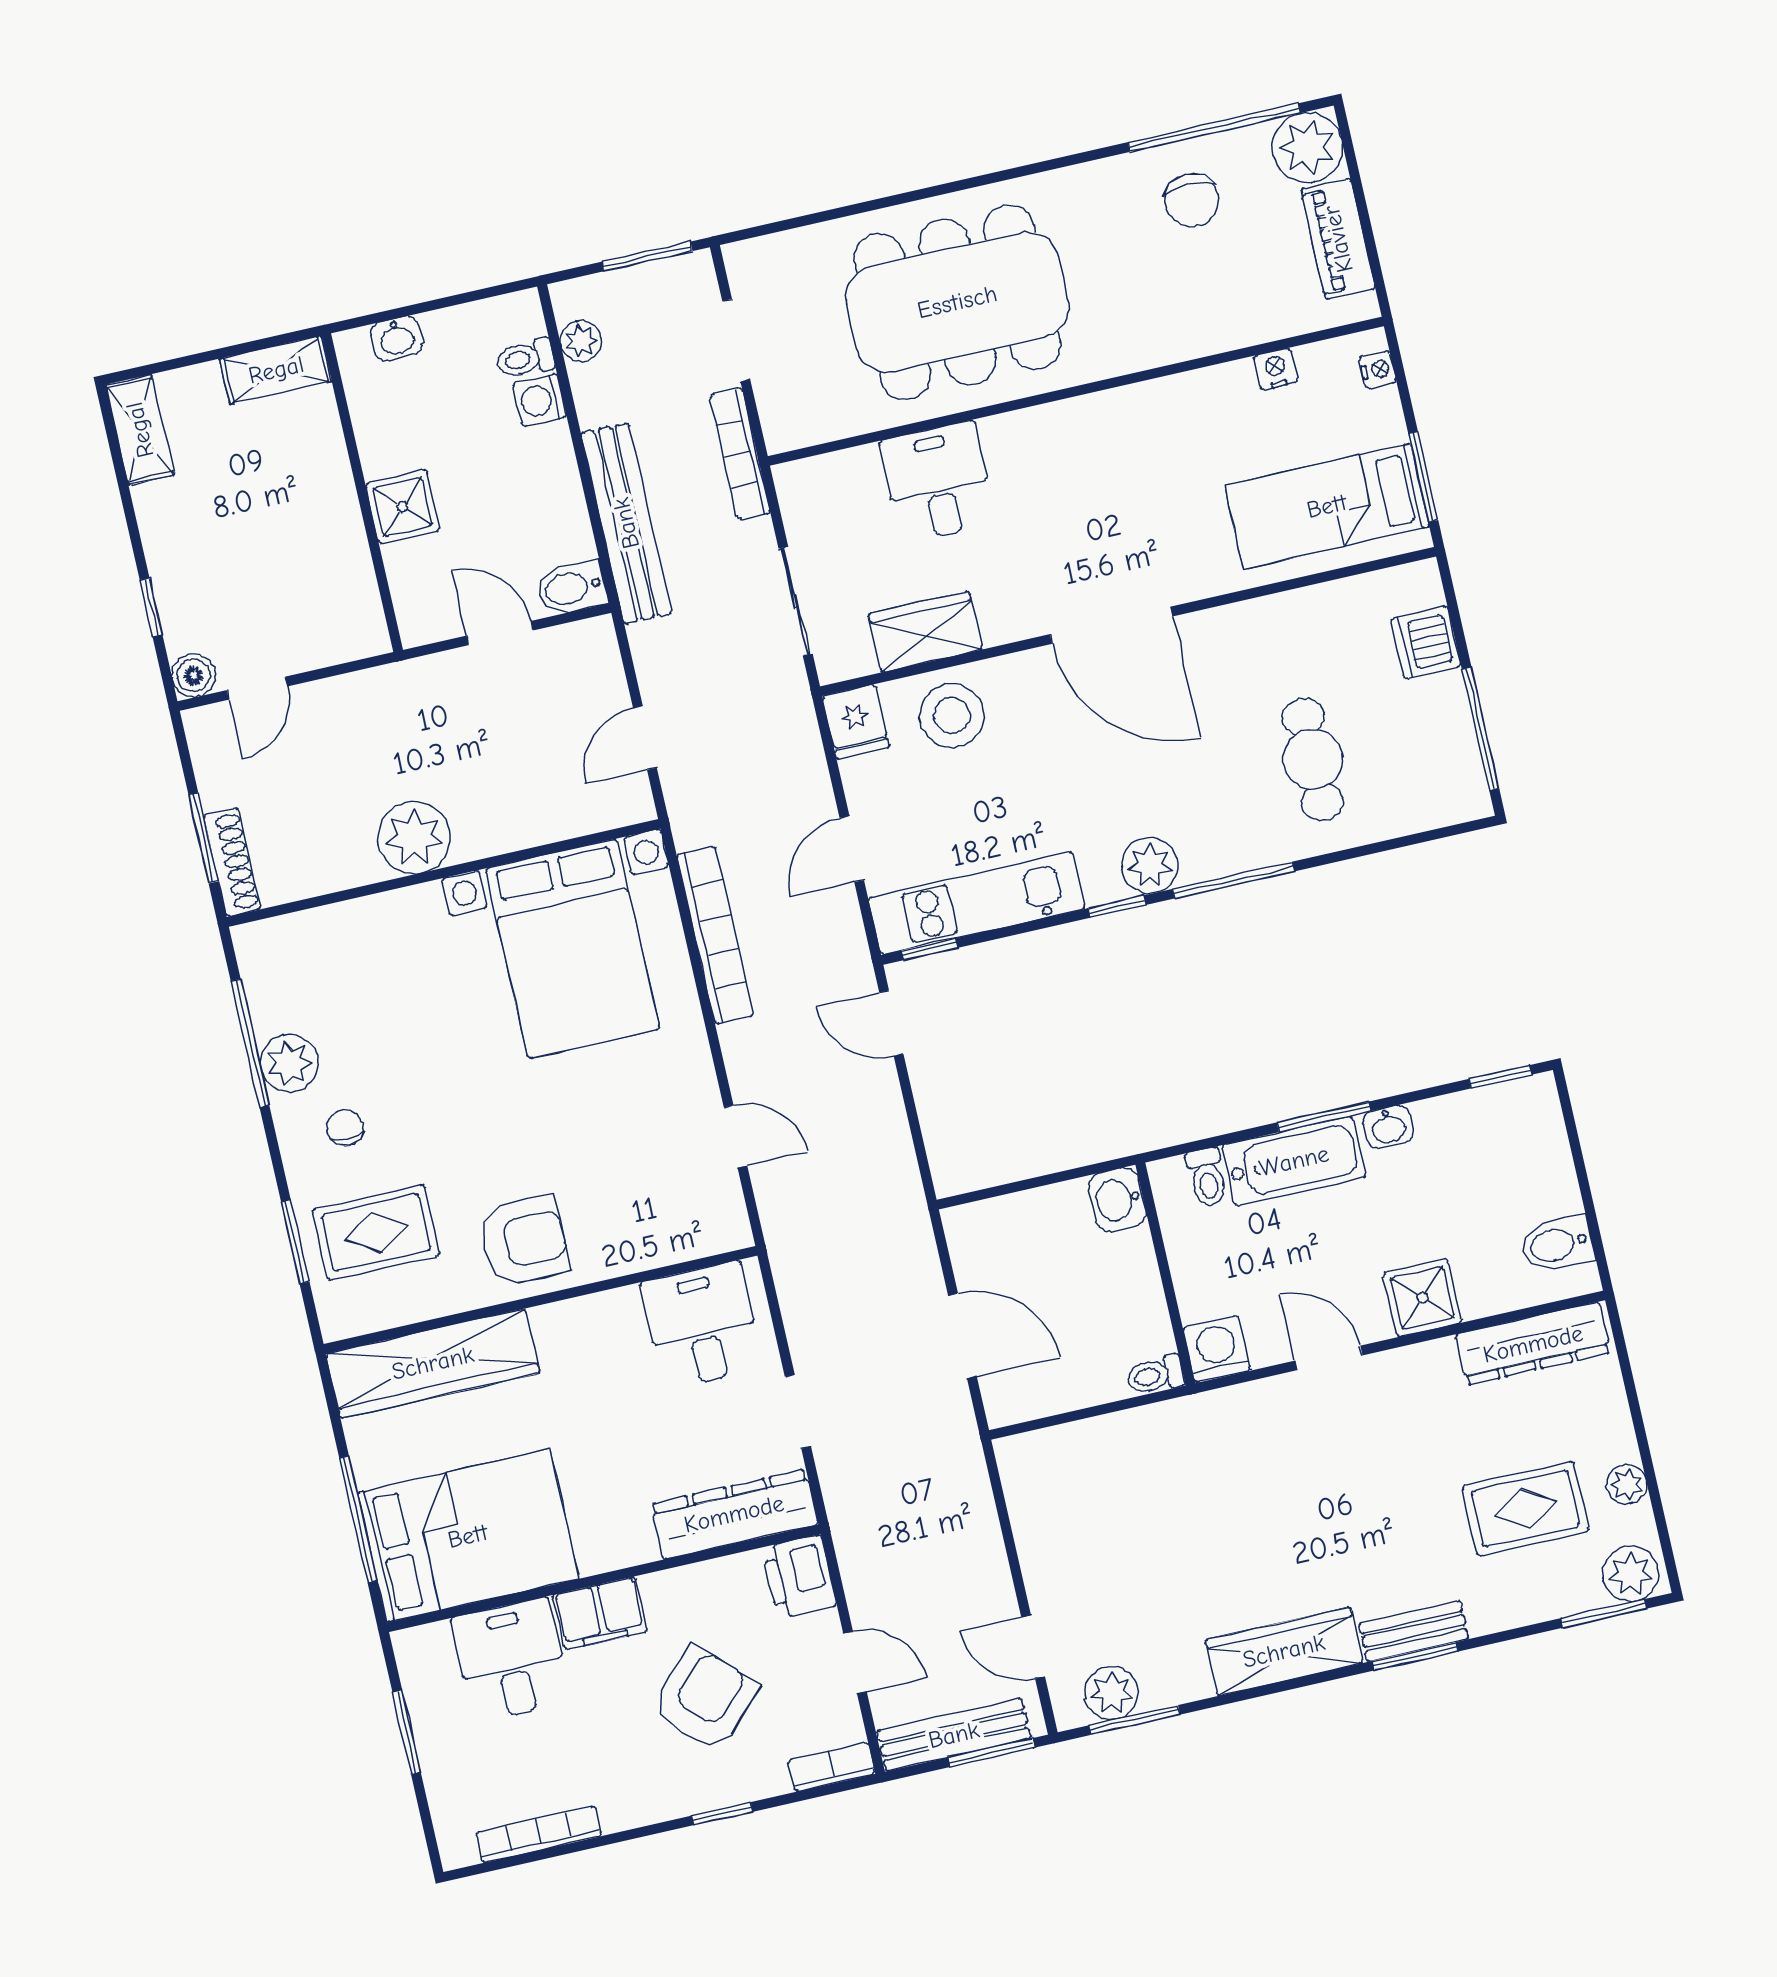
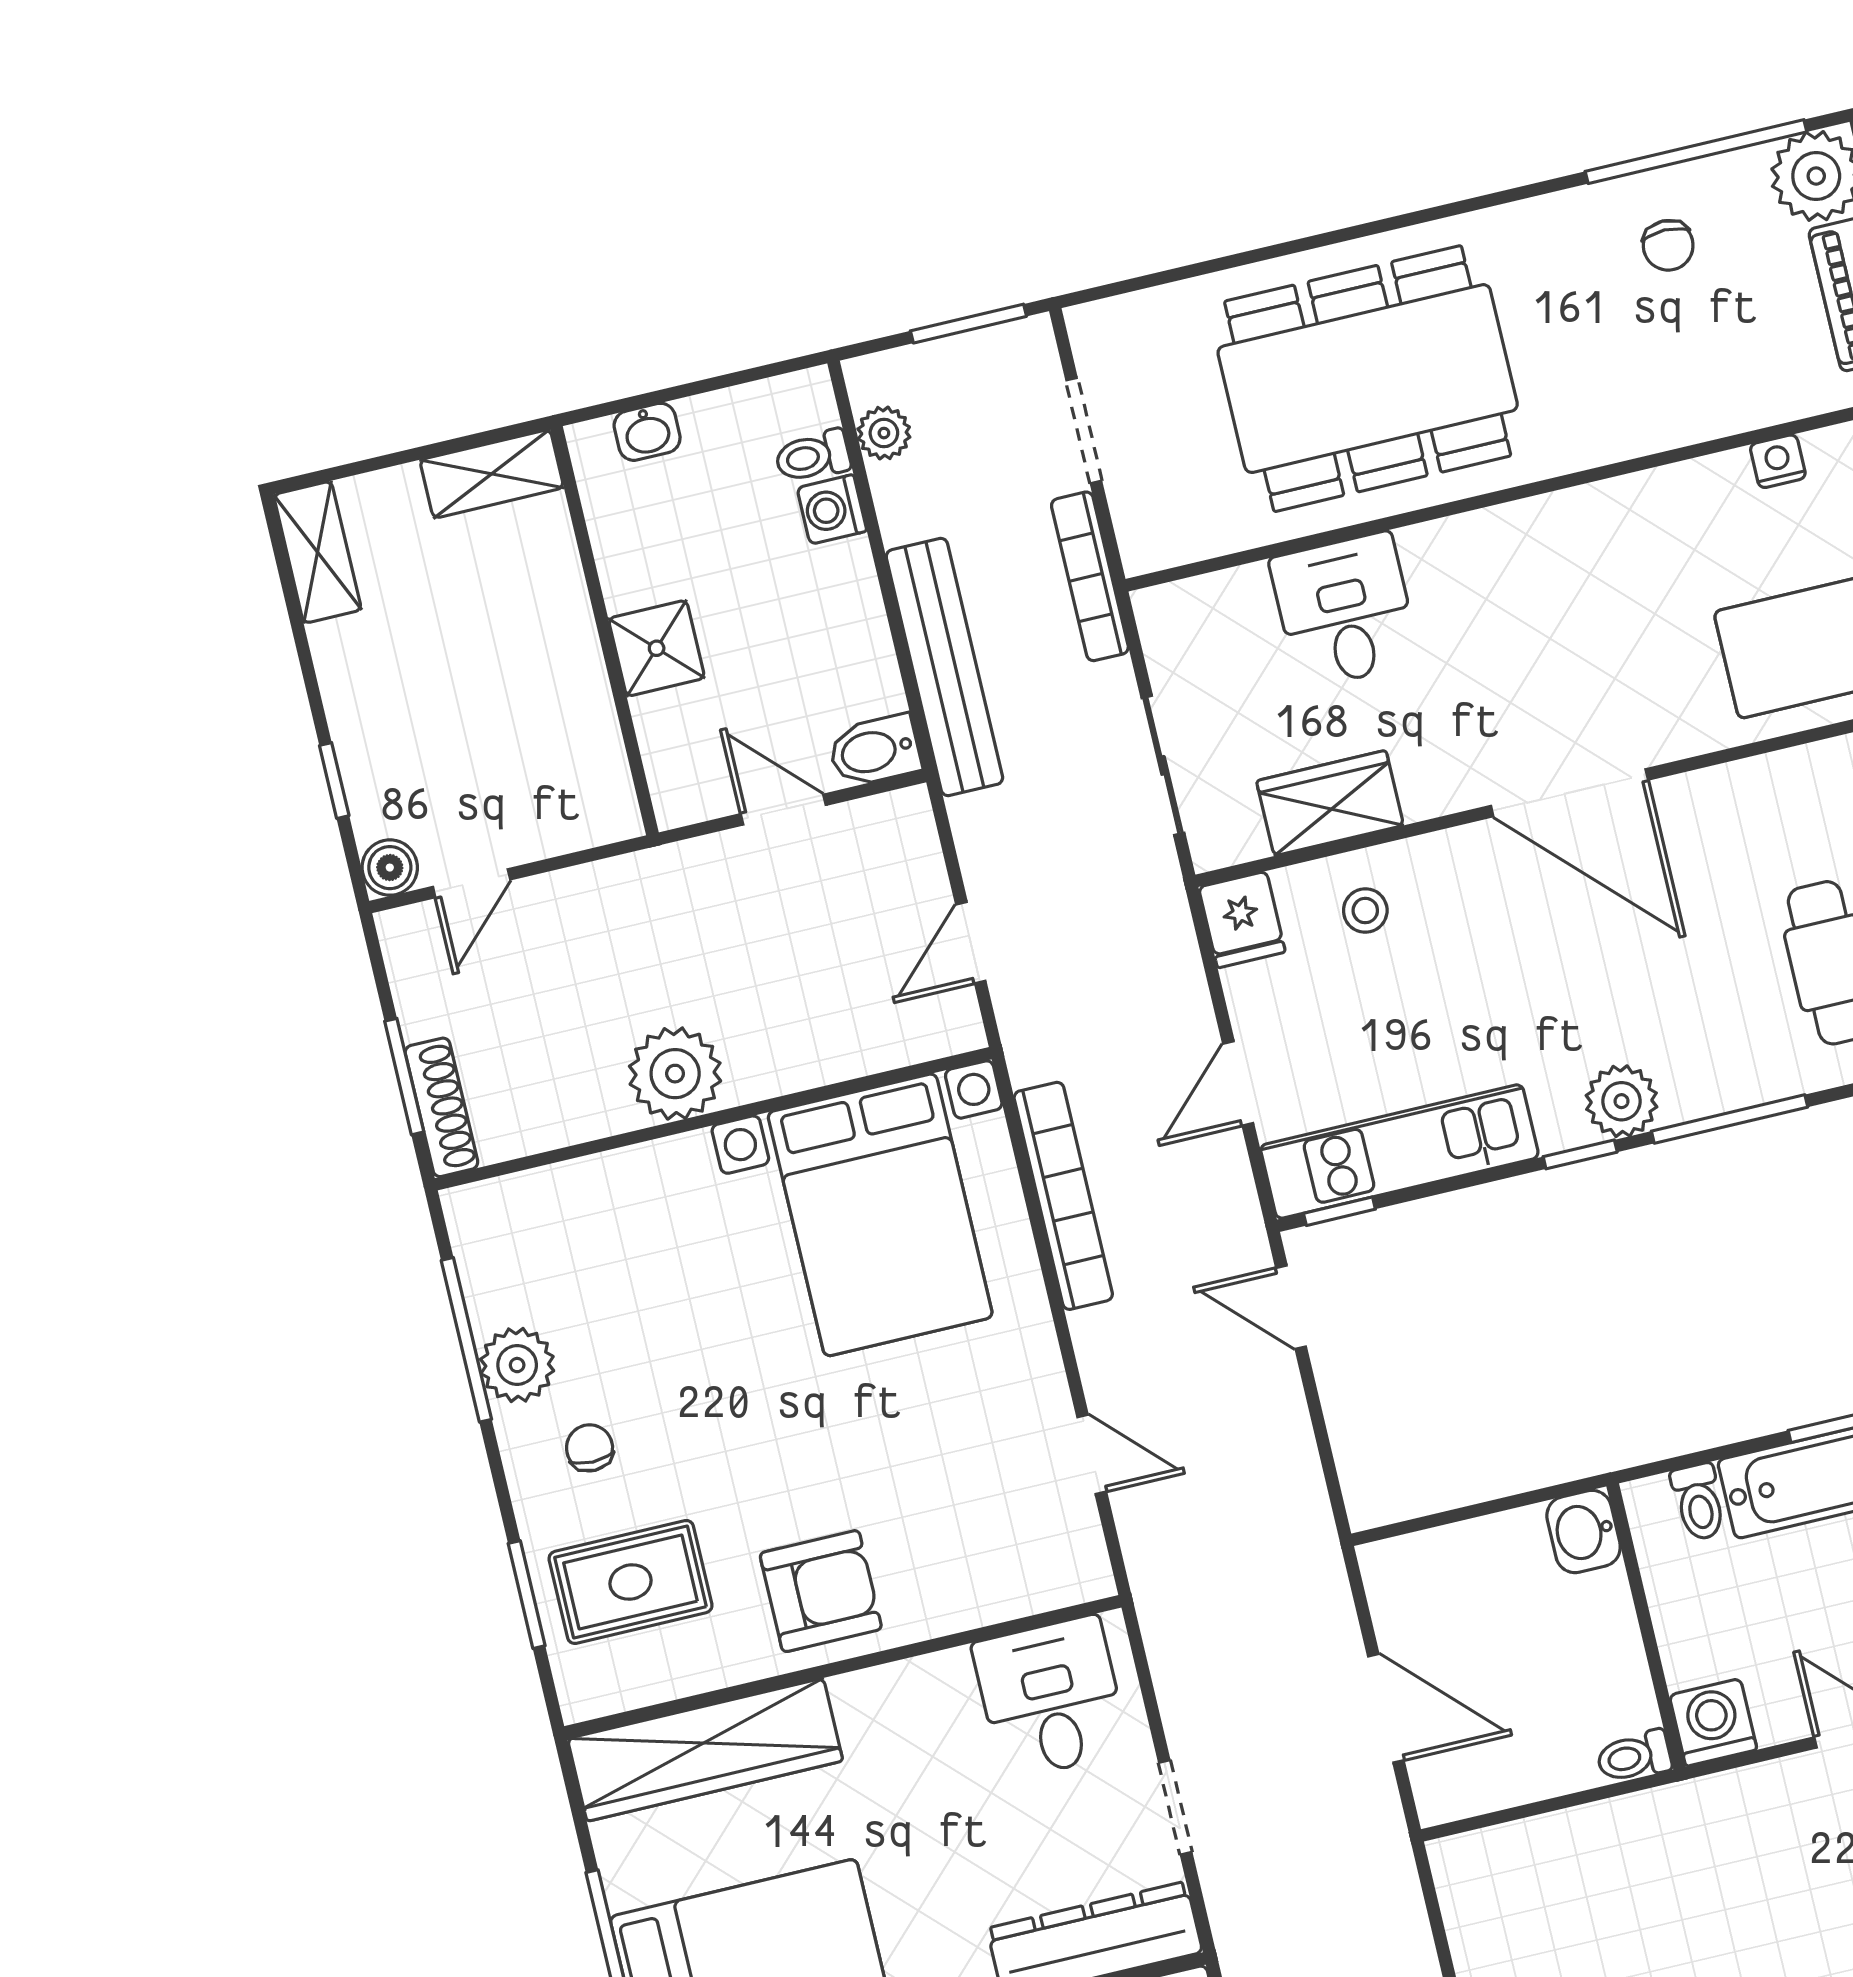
chair: (1192, 200) -> (1668, 245), width x0.73, depth x0.73
stool: (952, 715) -> (1365, 911), width x0.53, depth x0.53

